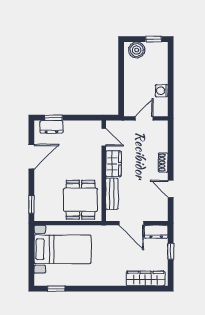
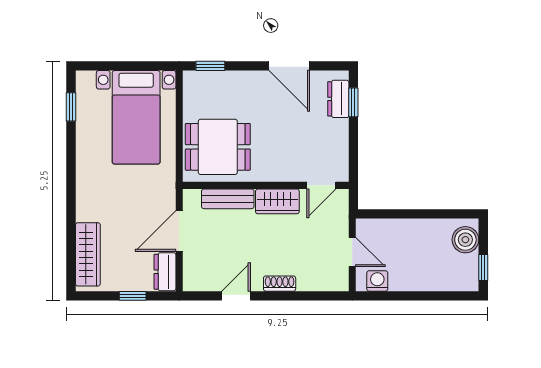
washing machine: (162, 91) -> (377, 281), moved

